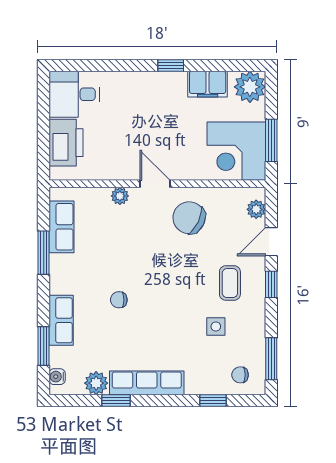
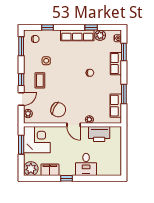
desk: (74, 94) -> (86, 164), moved, turned 90
printer: (66, 143) -> (99, 134), moved, turned -90

